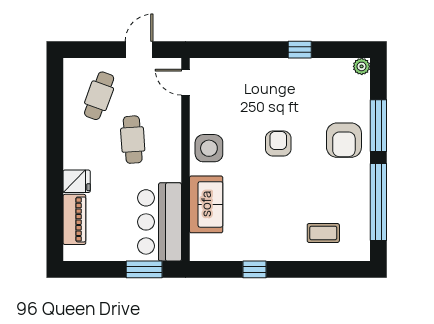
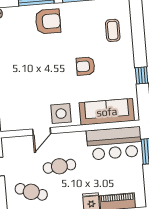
door: (185, 82) -> (42, 131), moved
armchair: (278, 144) -> (85, 66), moved
sofa: (206, 204) -> (107, 112), width x1.36

